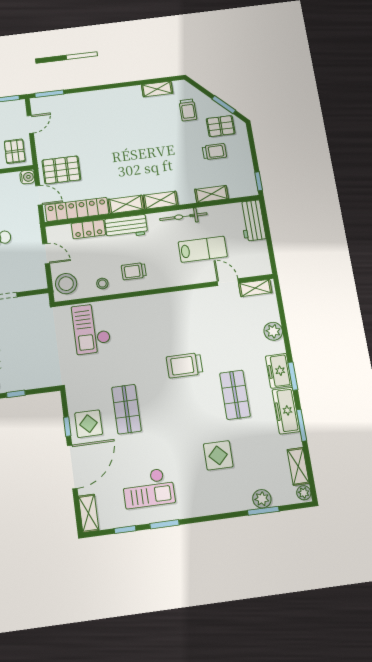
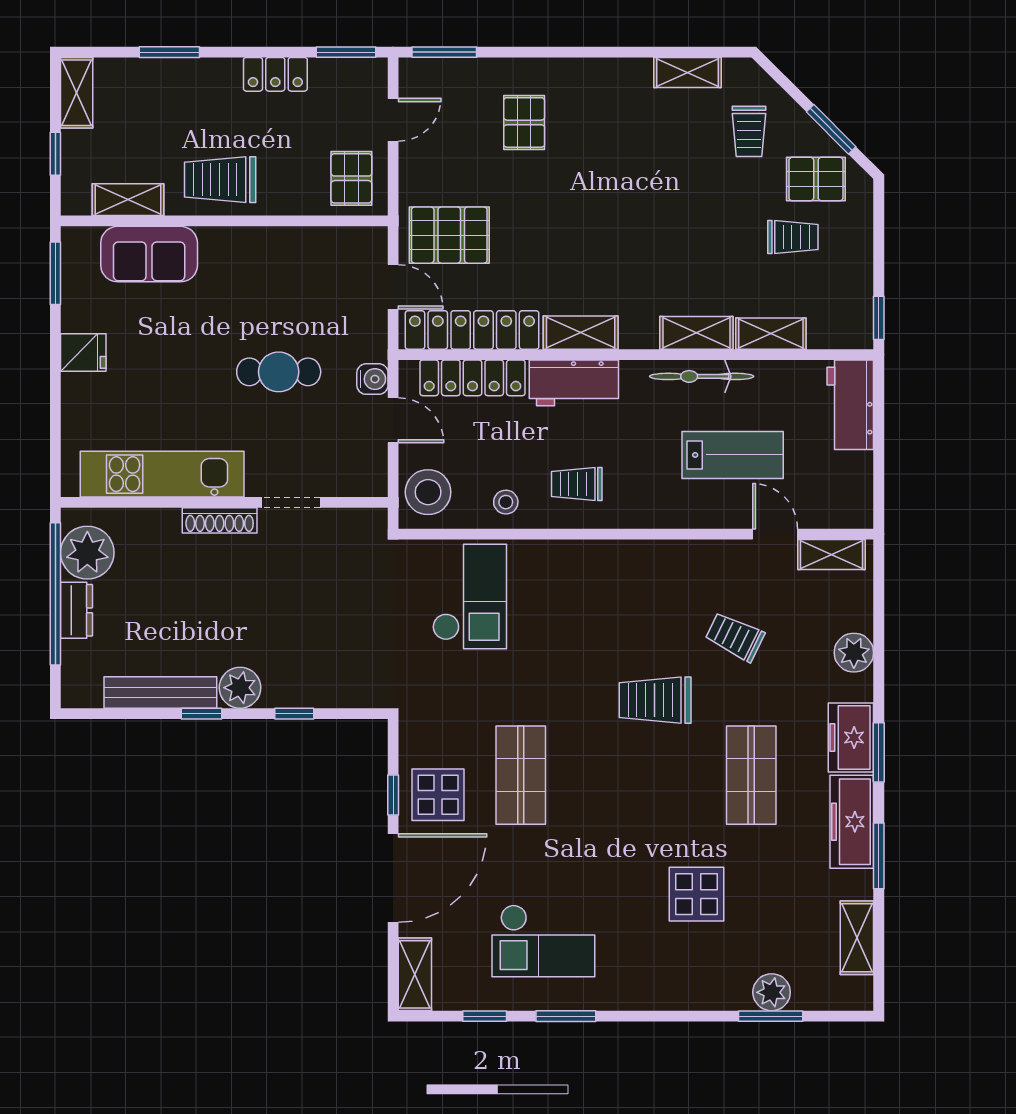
pallet: (88, 118) -> (524, 122), added
water cooler: (27, 177) -> (372, 379), moved
shelving: (161, 200) -> (696, 333), moved
locker: (88, 229) -> (472, 378), width x1.53
checkout: (91, 329) -> (469, 596), turned 180
trolley: (217, 331) -> (735, 637), added
plant: (304, 493) -> (859, 992), removed

